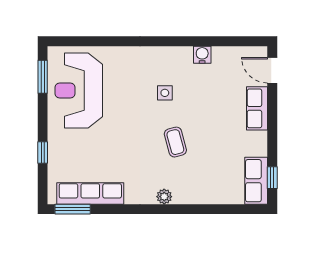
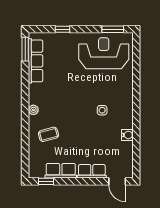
door: (272, 70) -> (117, 181), swing flipped
coffee table: (175, 142) -> (48, 134), moved
row of seats: (256, 181) -> (61, 171), moved

